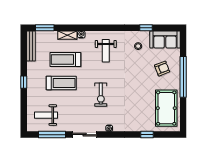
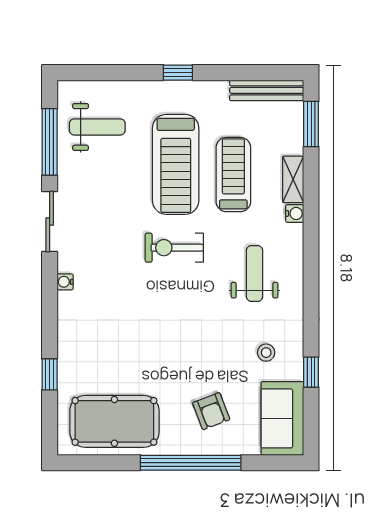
weight bench: (106, 51) -> (254, 273), turned 90
treadmill: (61, 83) -> (176, 164), width x1.37, depth x1.38
exercise bike: (101, 95) -> (174, 248), moved
weight bench: (46, 115) -> (97, 127), turned 90

